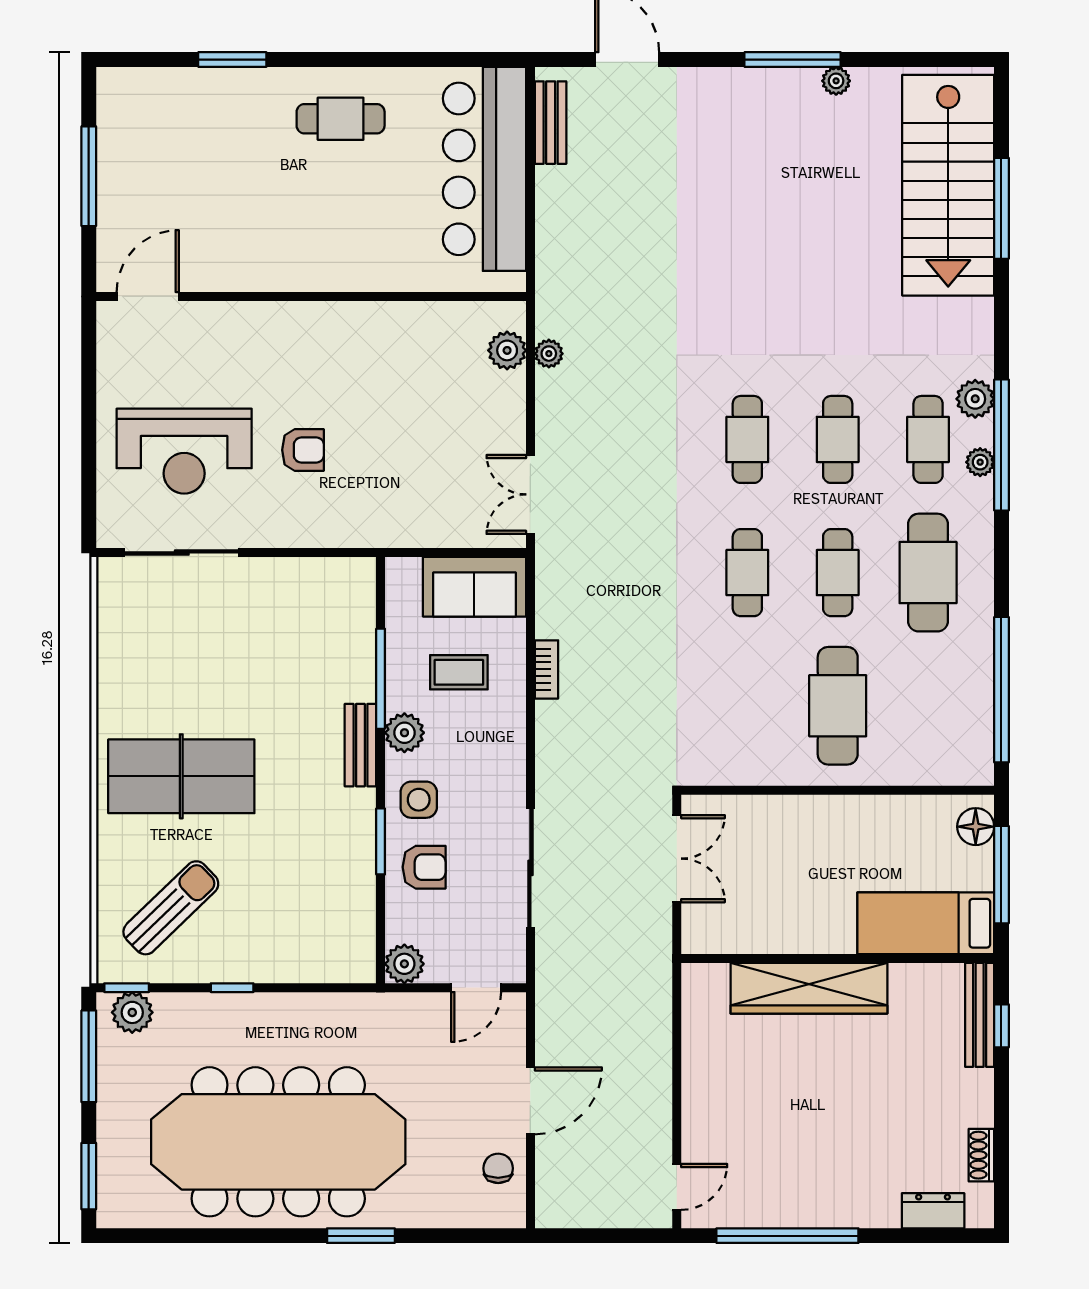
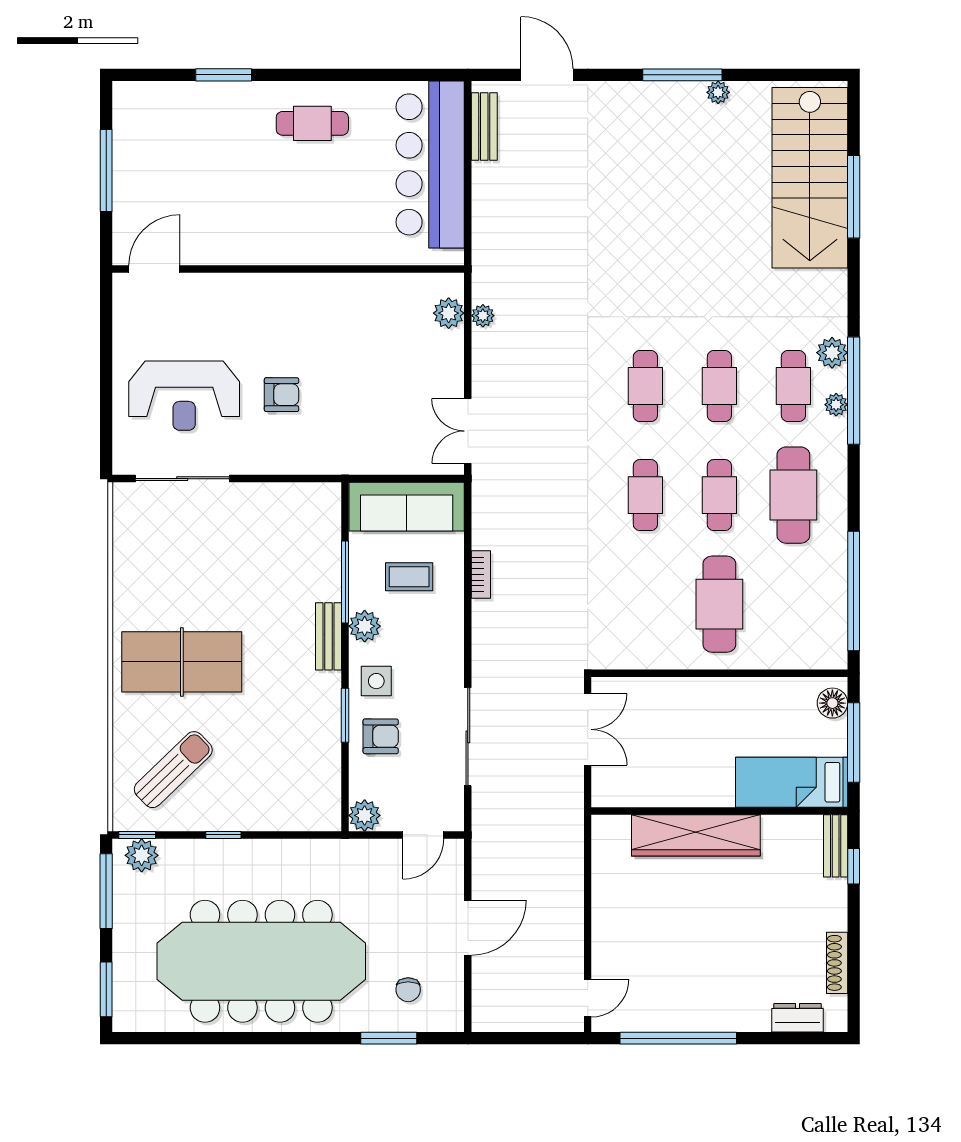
sofa: (474, 587) -> (407, 507), width x1.36
bench: (980, 1015) -> (836, 846), width x0.73
shoe rack: (981, 1155) -> (837, 963), width x1.43
chair: (498, 1168) -> (408, 990), moved, turned 180
window: (361, 1236) -> (389, 1038), moved

